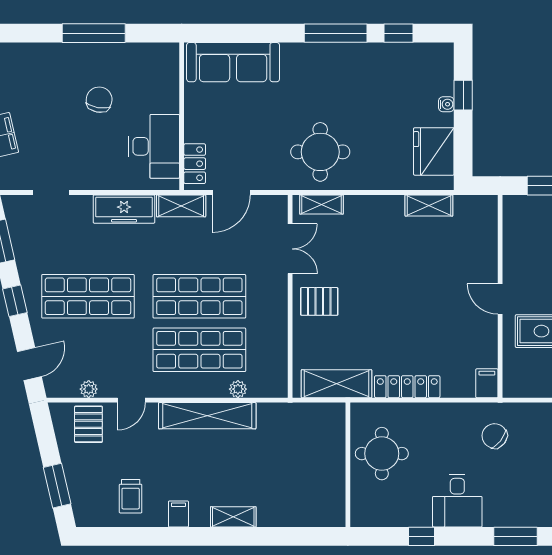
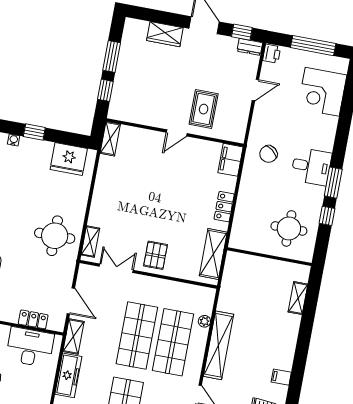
water cooler: (446, 104) -> (14, 140), moved
locker: (195, 164) -> (33, 319), moved
shelving: (429, 205) -> (110, 139), moved
filing cabinet: (487, 383) -> (231, 160), width x2.00
locker: (407, 387) -> (224, 207), width x0.66
round table: (382, 454) -> (289, 228), moved
desk: (457, 501) -> (311, 166), moved
shelving: (233, 517) -> (298, 298), moved
window: (516, 536) -> (333, 183), moved

